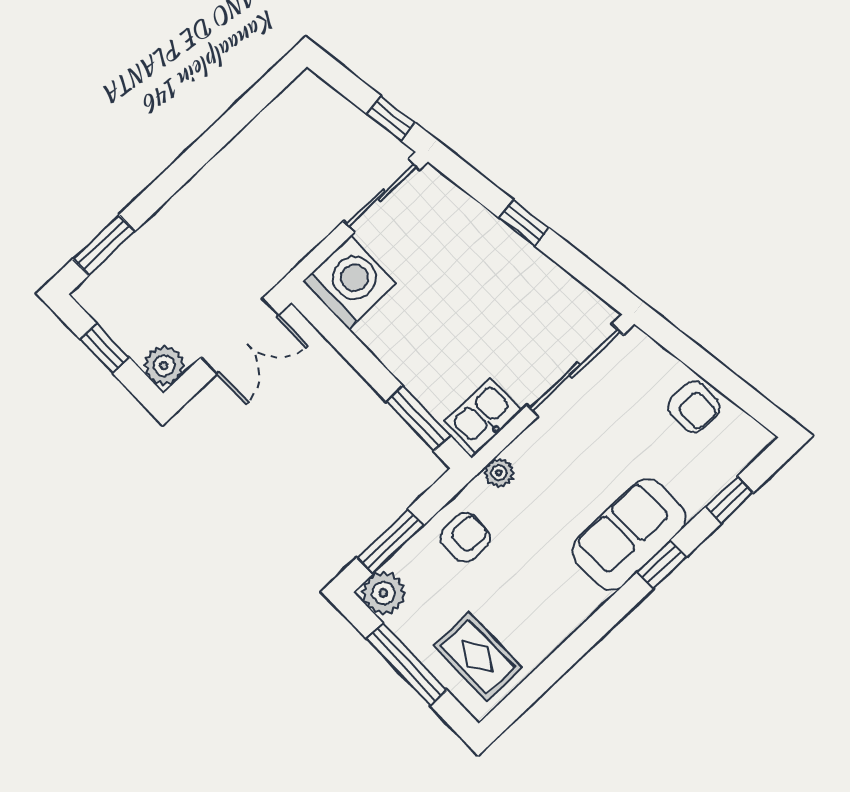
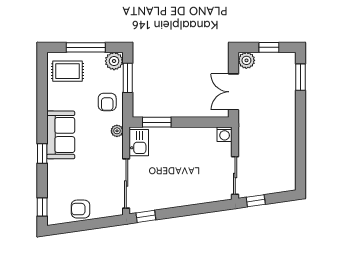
window: (524, 223) -> (146, 216), moved
washing machine: (350, 282) -> (225, 134), width x0.53, depth x0.53
window: (729, 500) -> (42, 207), moved
sofa: (629, 535) -> (61, 135), moved

